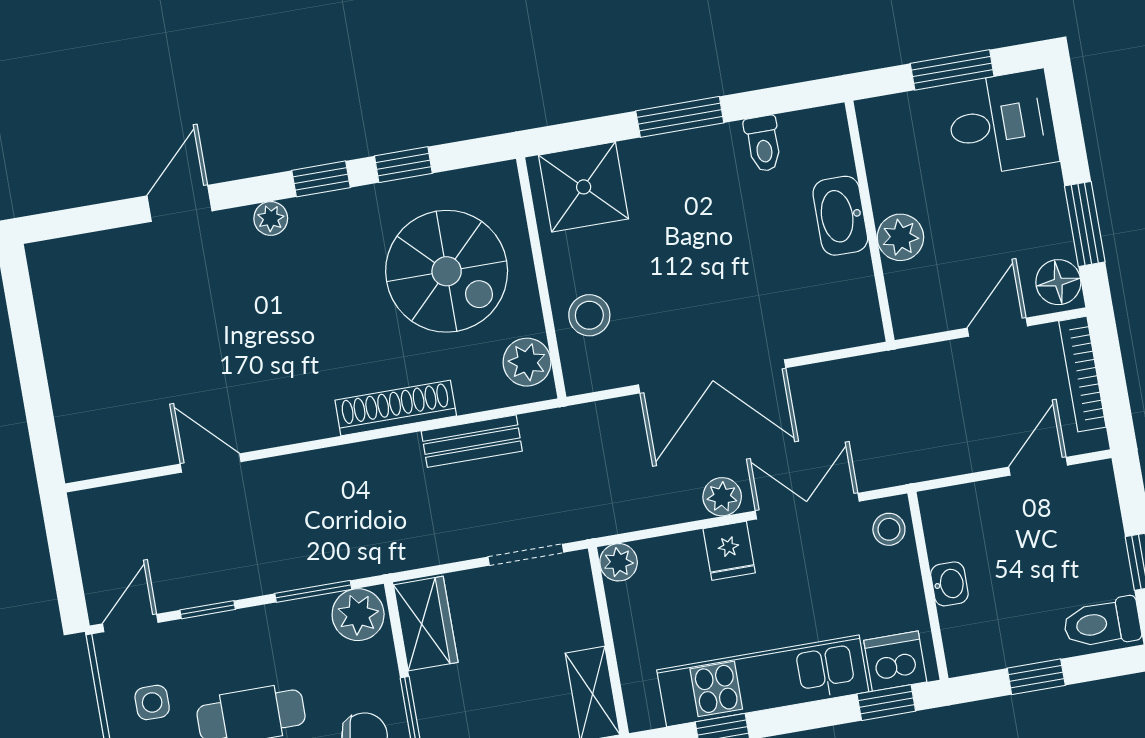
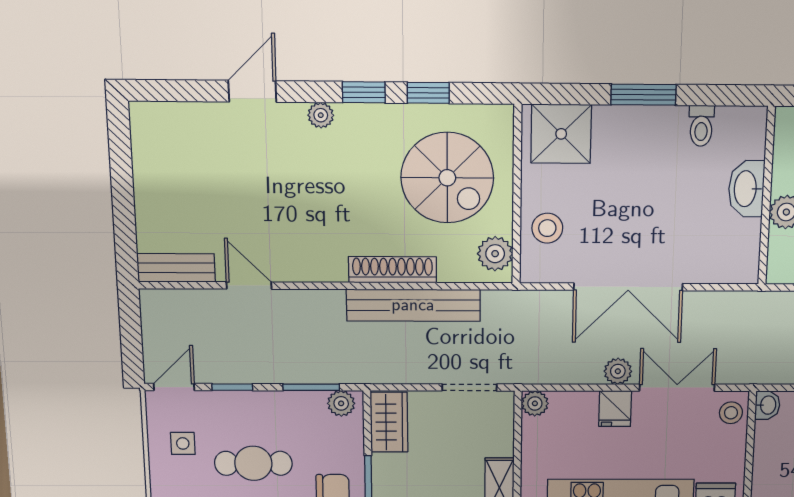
bench: (472, 441) -> (413, 305), width x1.86, depth x1.21
bench: (112, 456) -> (176, 268), added
washbasin: (949, 584) -> (767, 405), moved
plant: (358, 615) -> (341, 403), width x0.73, depth x0.73

